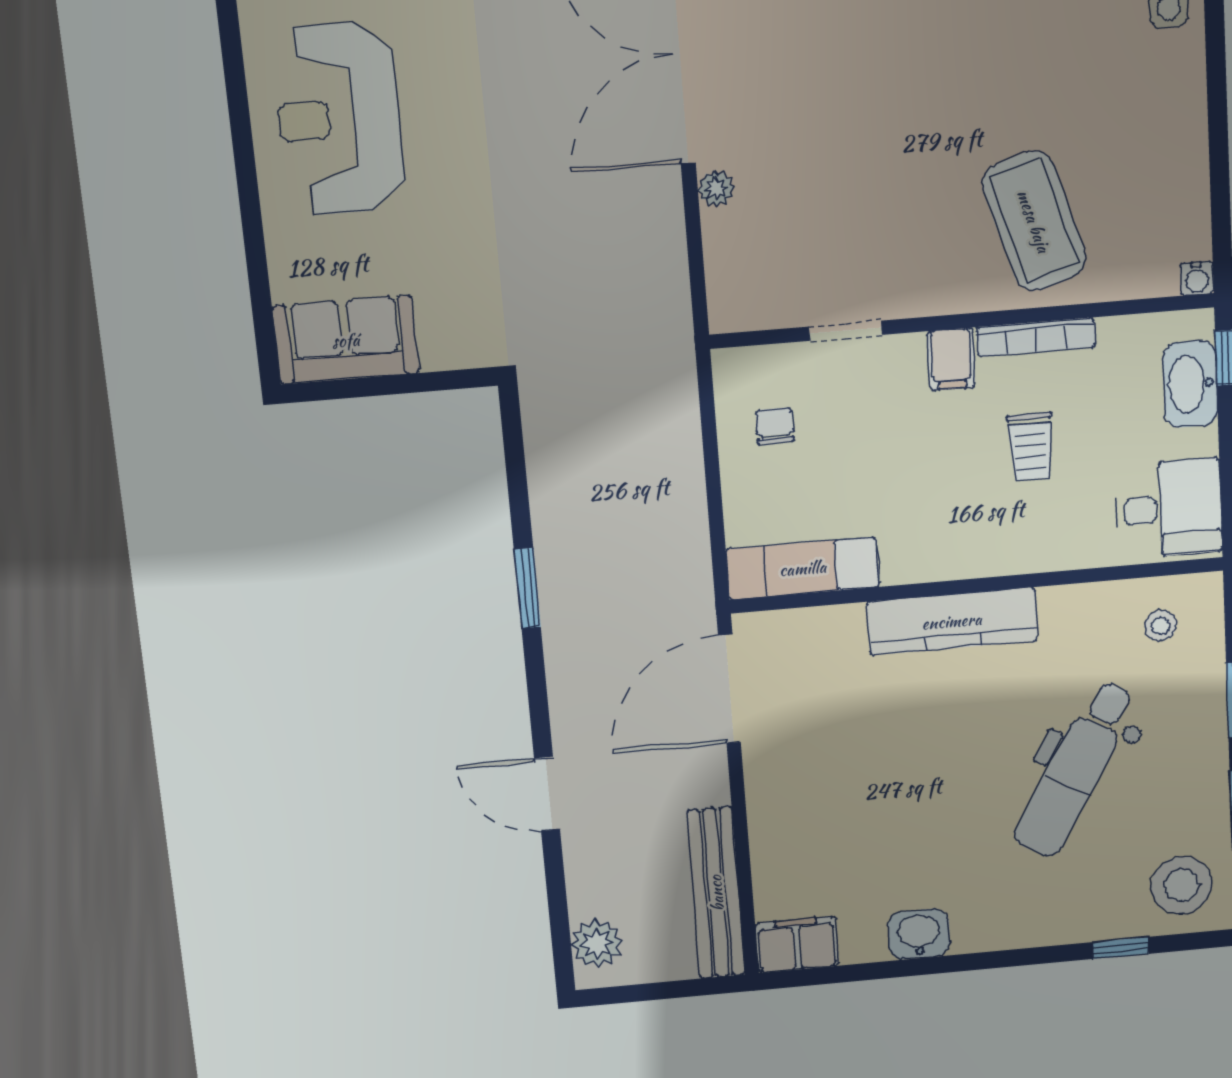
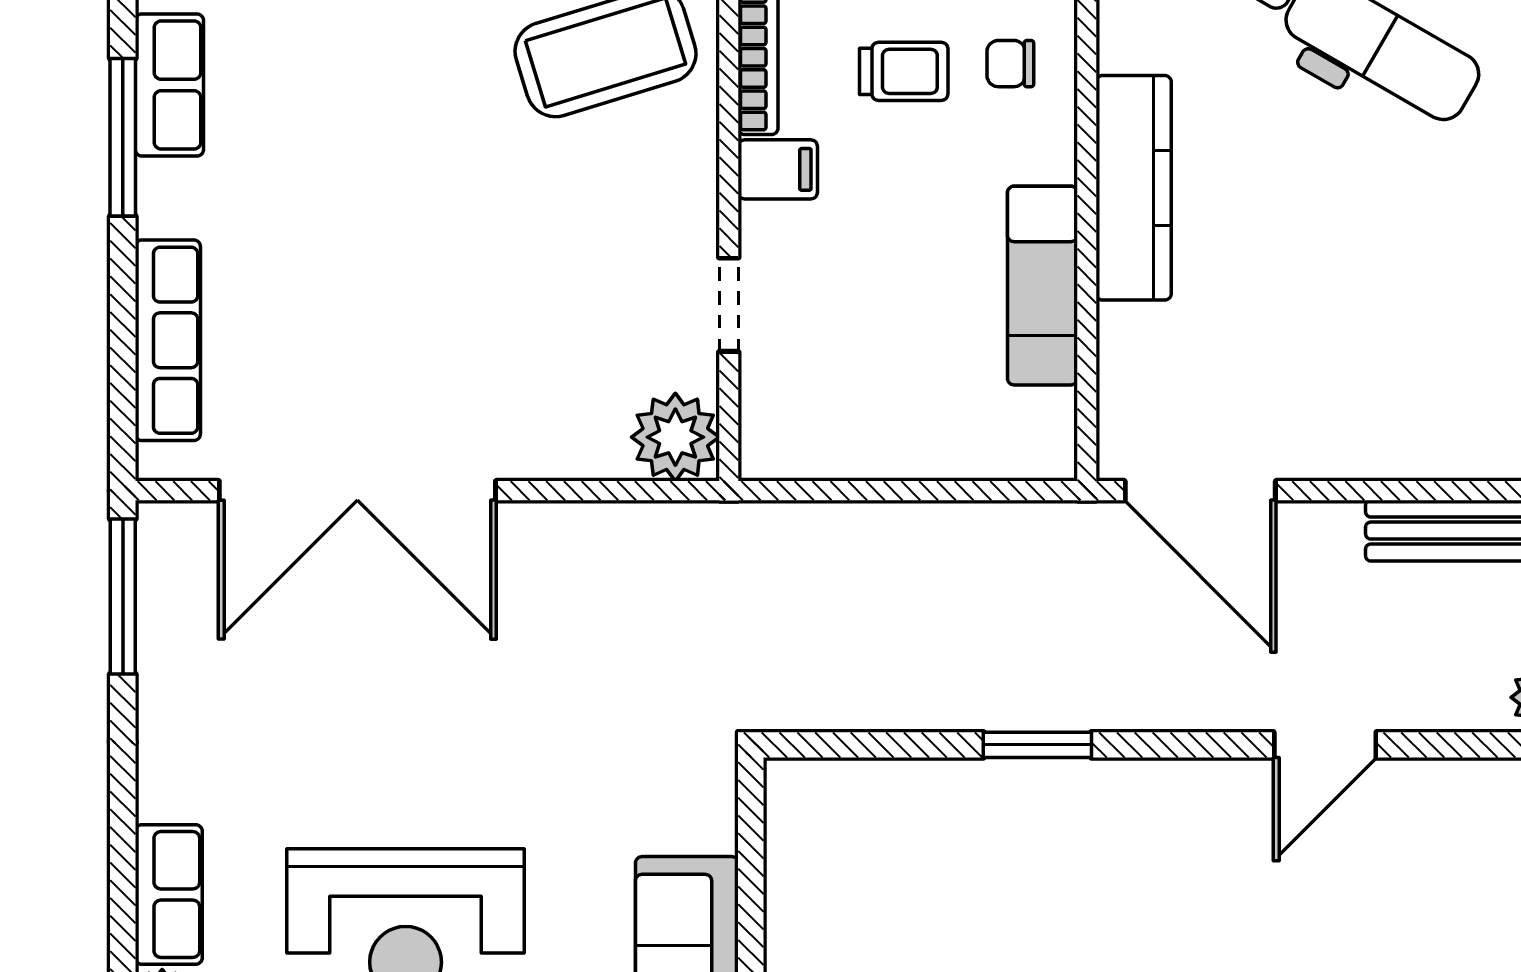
plant: (716, 189) -> (675, 437), moved, width x1.88, depth x1.88
chair: (775, 426) -> (1010, 64), moved
exam couch: (803, 568) -> (1042, 286), moved

